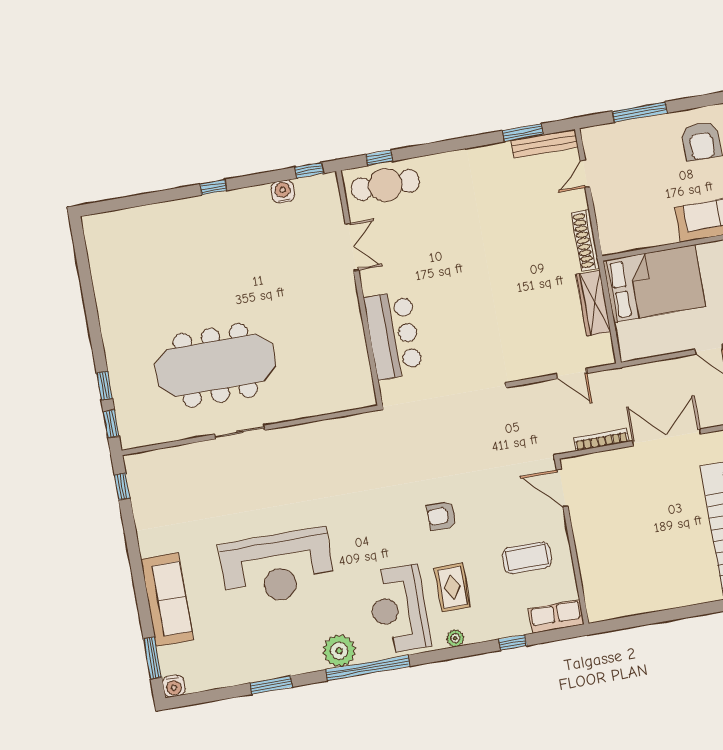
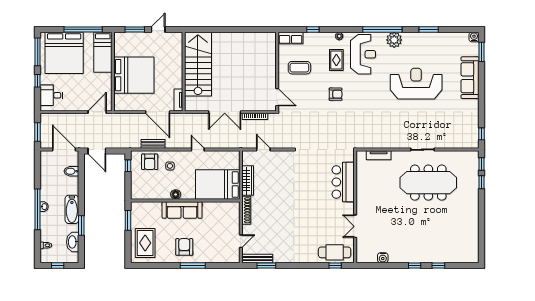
window: (640, 112) -> (193, 265), moved
window: (309, 170) -> (438, 265), moved
tv unit: (329, 404) -> (379, 155), added

